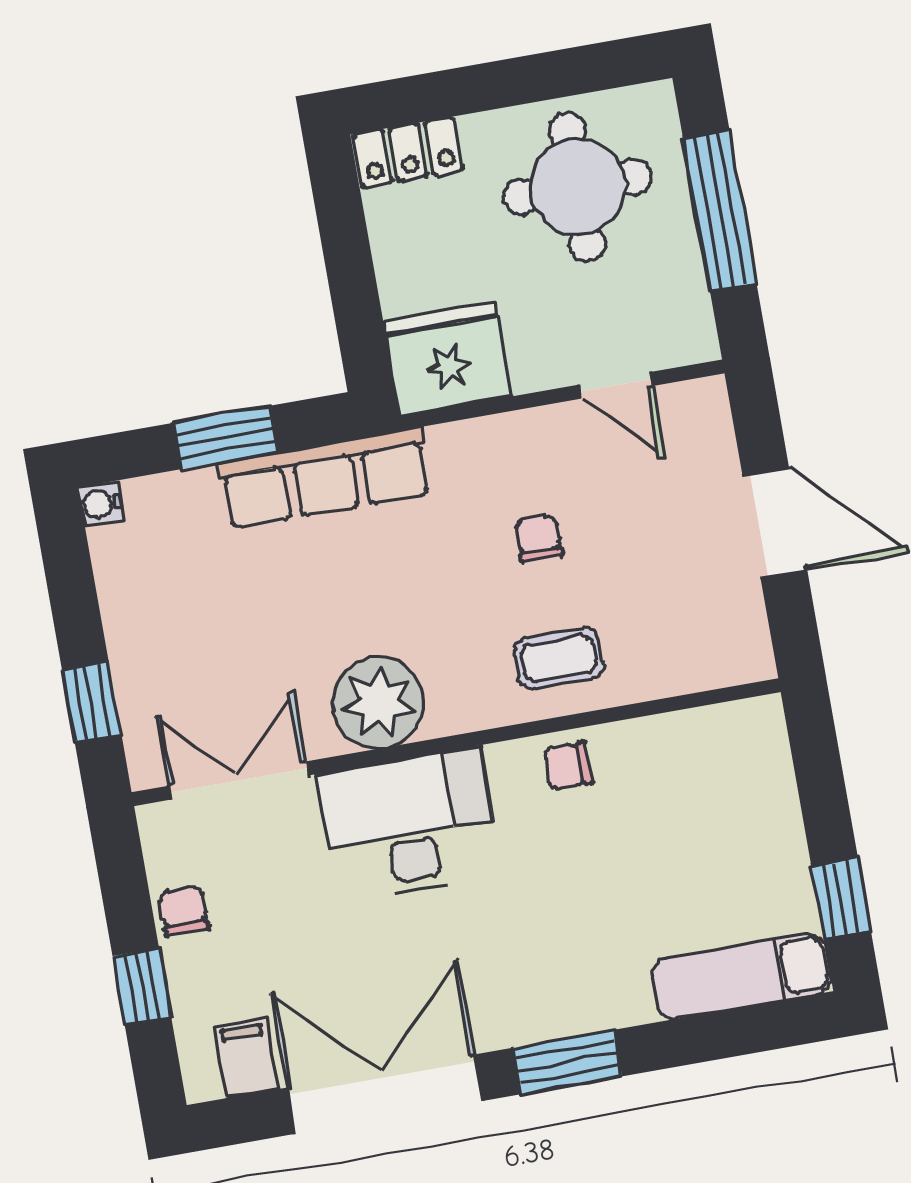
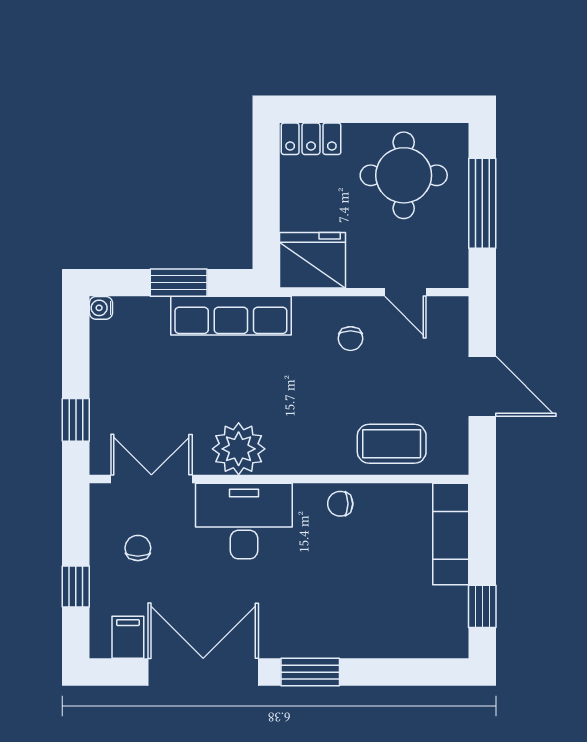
chair: (538, 538) -> (351, 339), moved, turned 180
coffee table: (559, 659) -> (392, 444), moved, width x1.36, depth x1.30
chair: (184, 911) -> (138, 548), moved
exam couch: (741, 976) -> (451, 534), moved, turned -90

